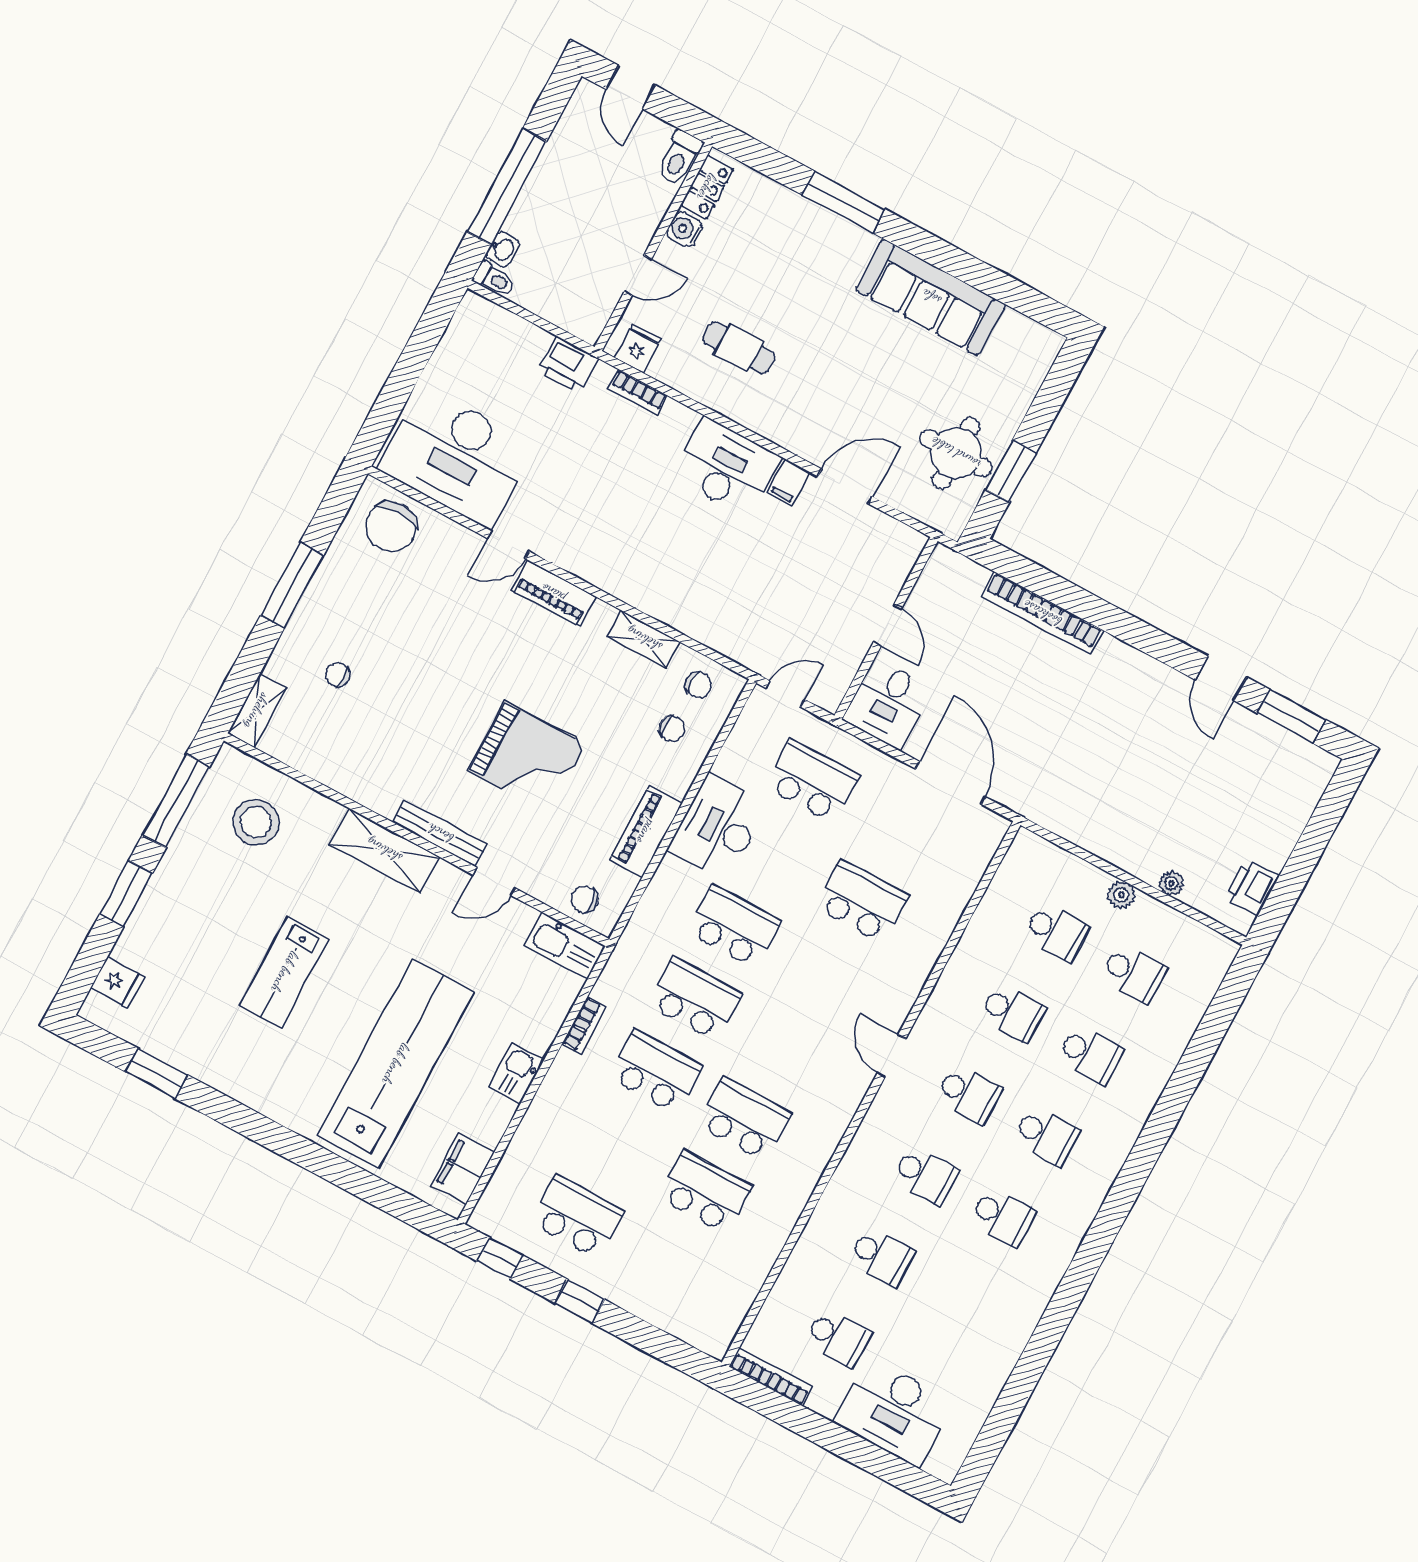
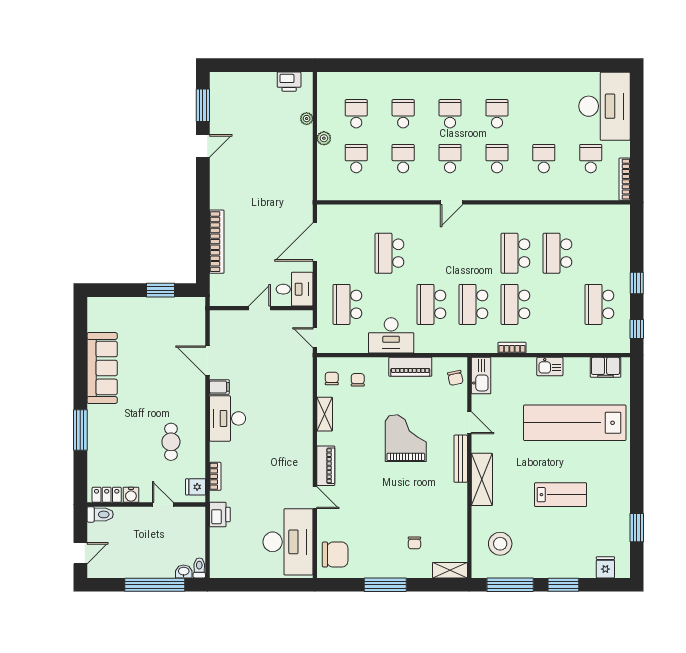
round table: (956, 453) -> (166, 319), removed
desk: (894, 1412) -> (604, 106), width x1.36, depth x1.30

